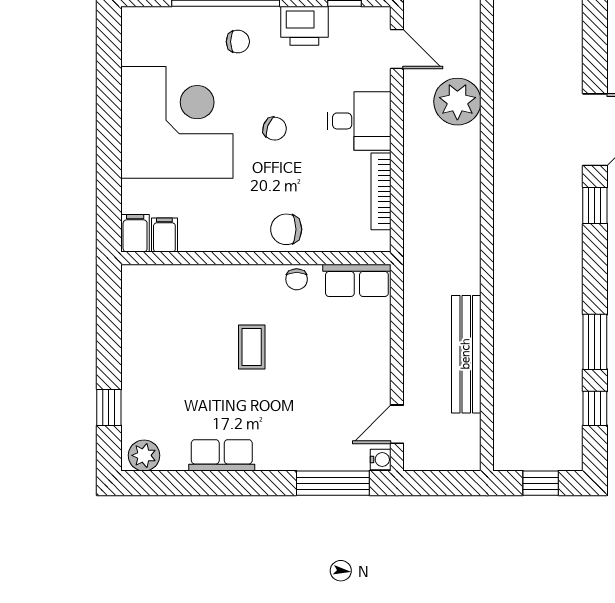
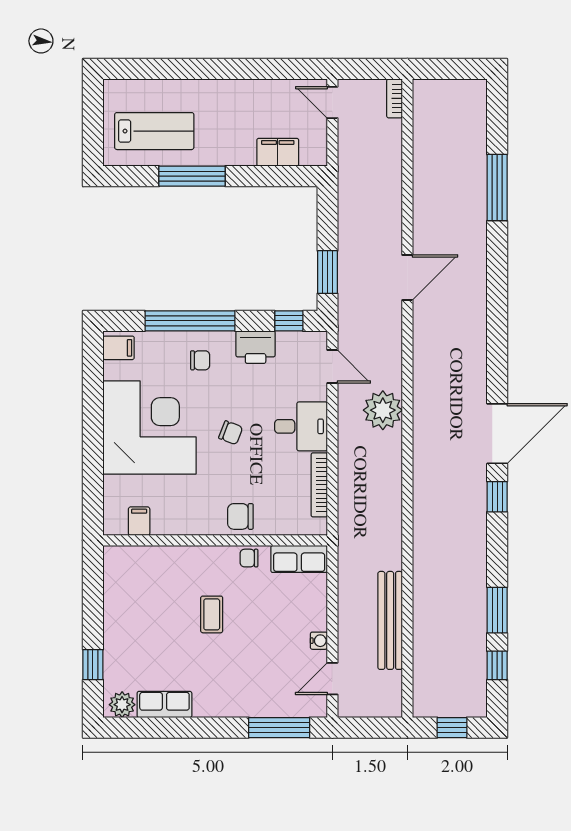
filing cabinet: (135, 233) -> (119, 348), moved, turned 90
chair: (297, 279) -> (249, 558), turned 90
row of seats: (222, 455) -> (164, 704), moved
water cooler: (381, 460) -> (319, 641), moved

